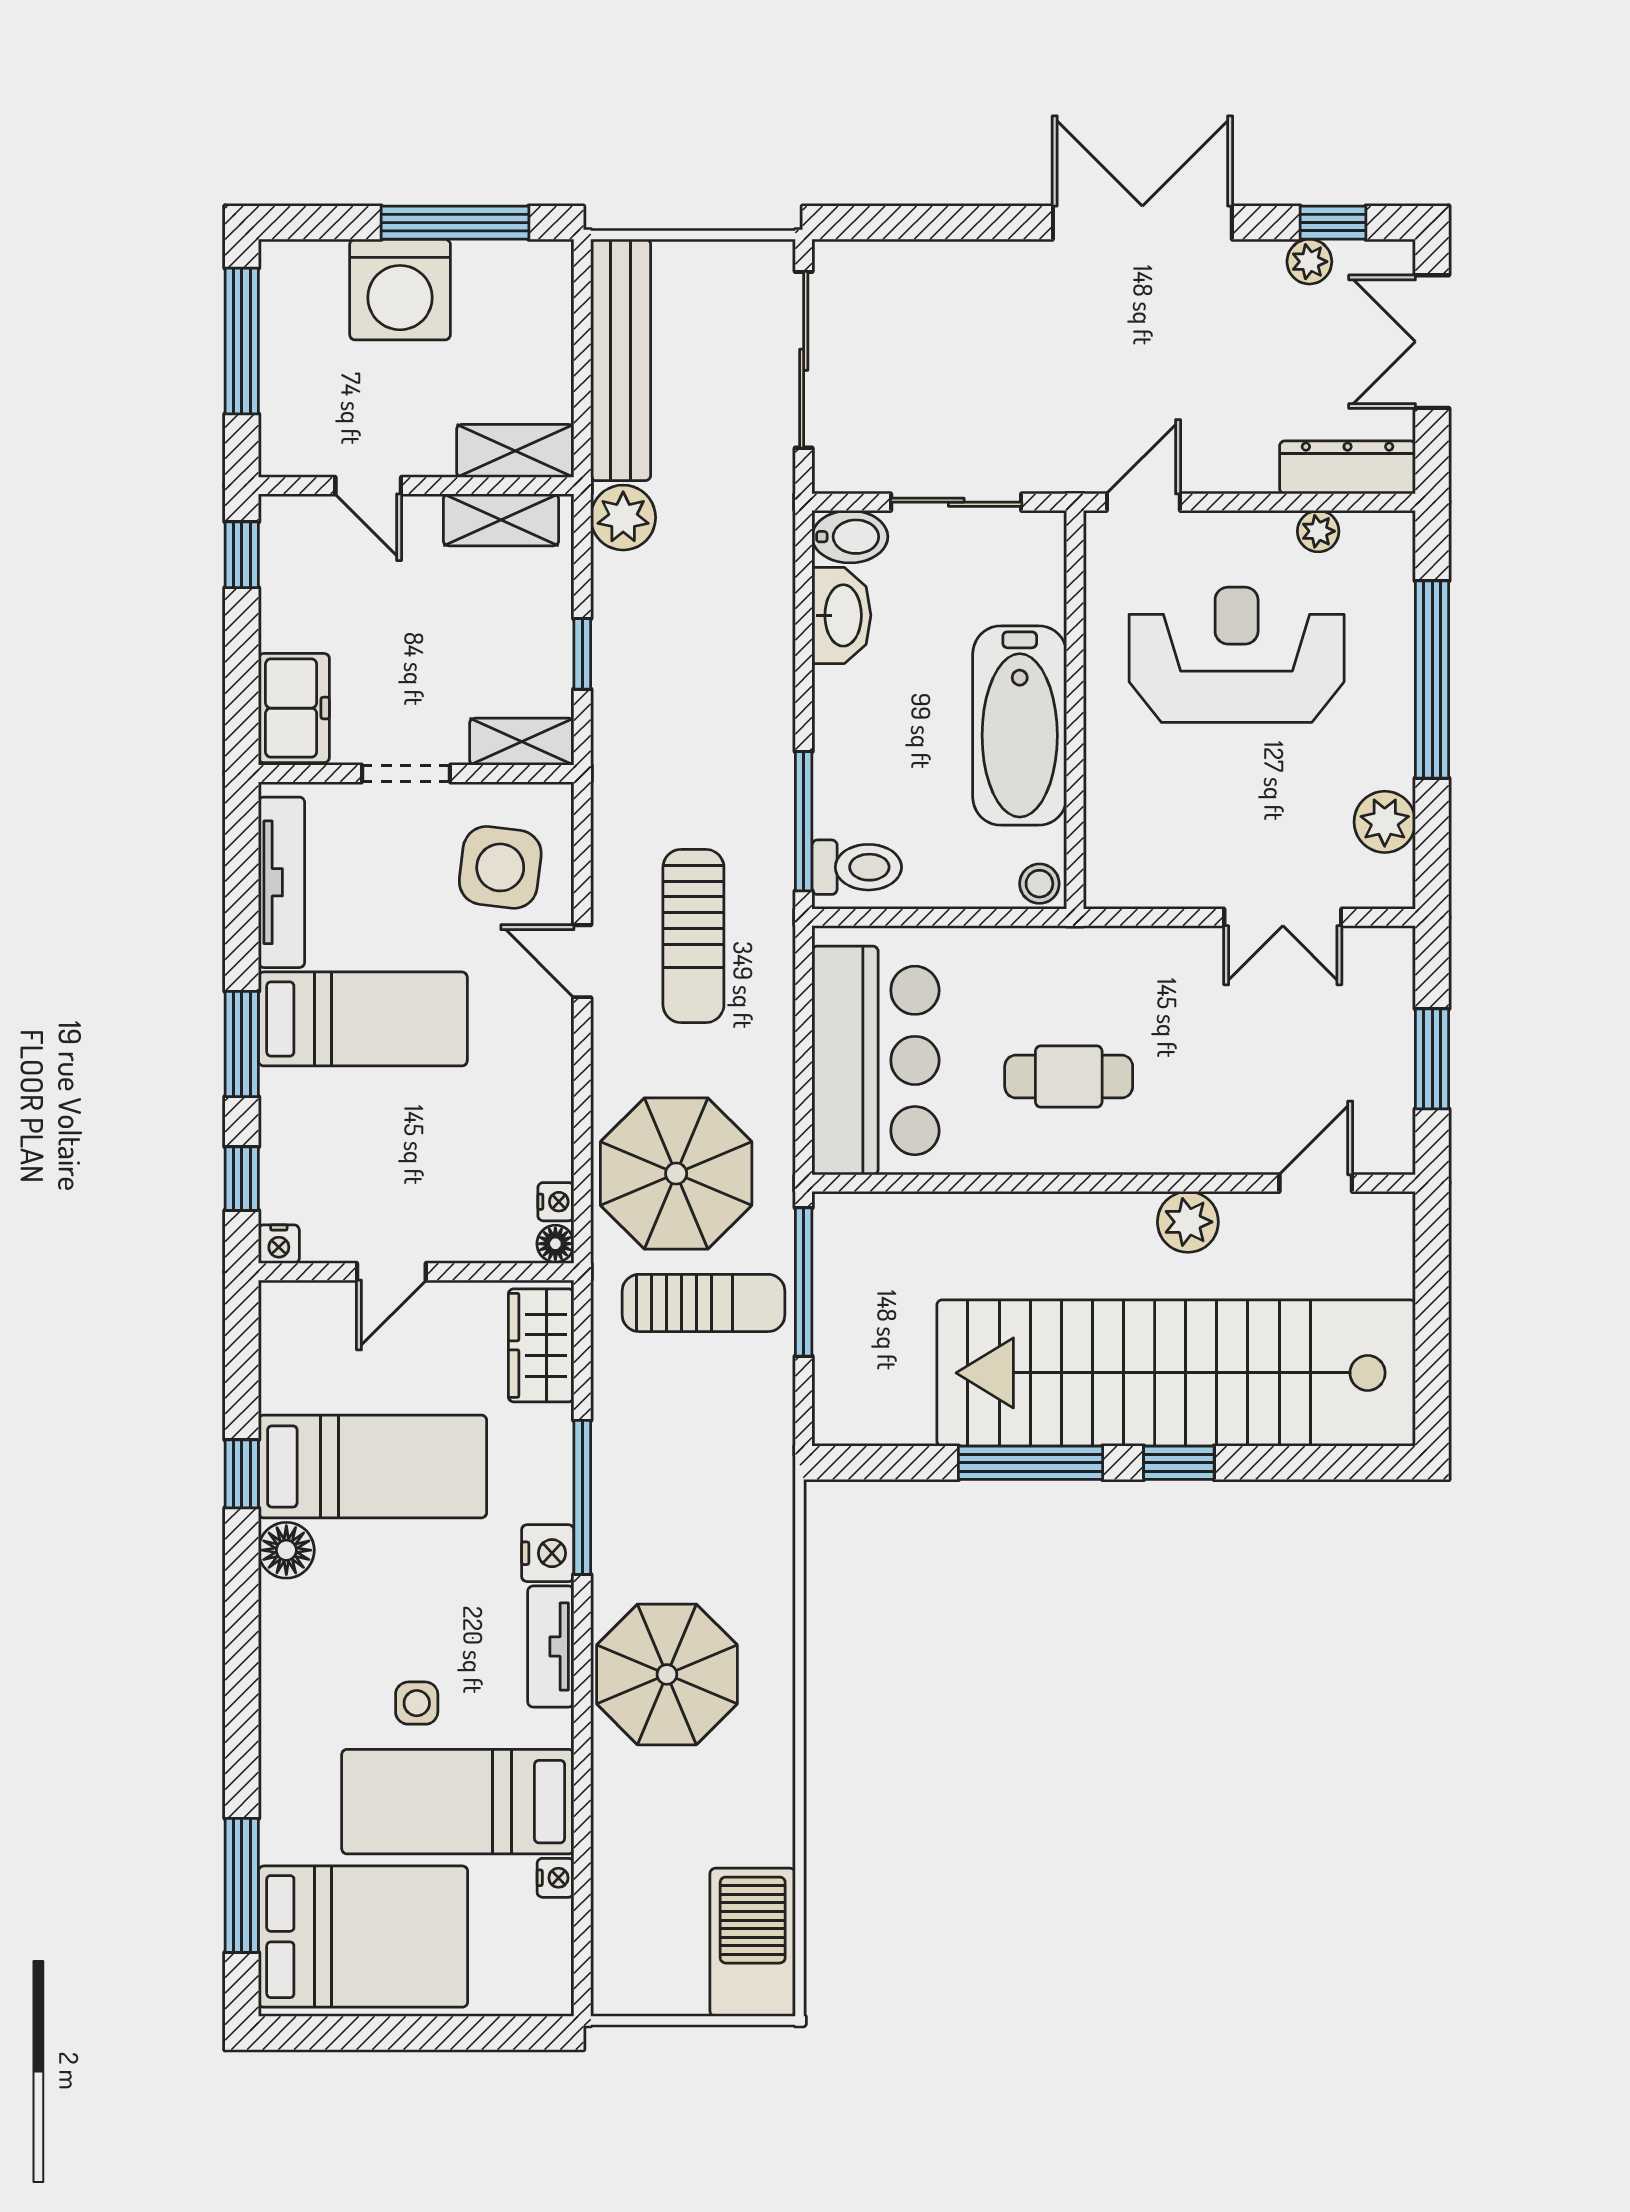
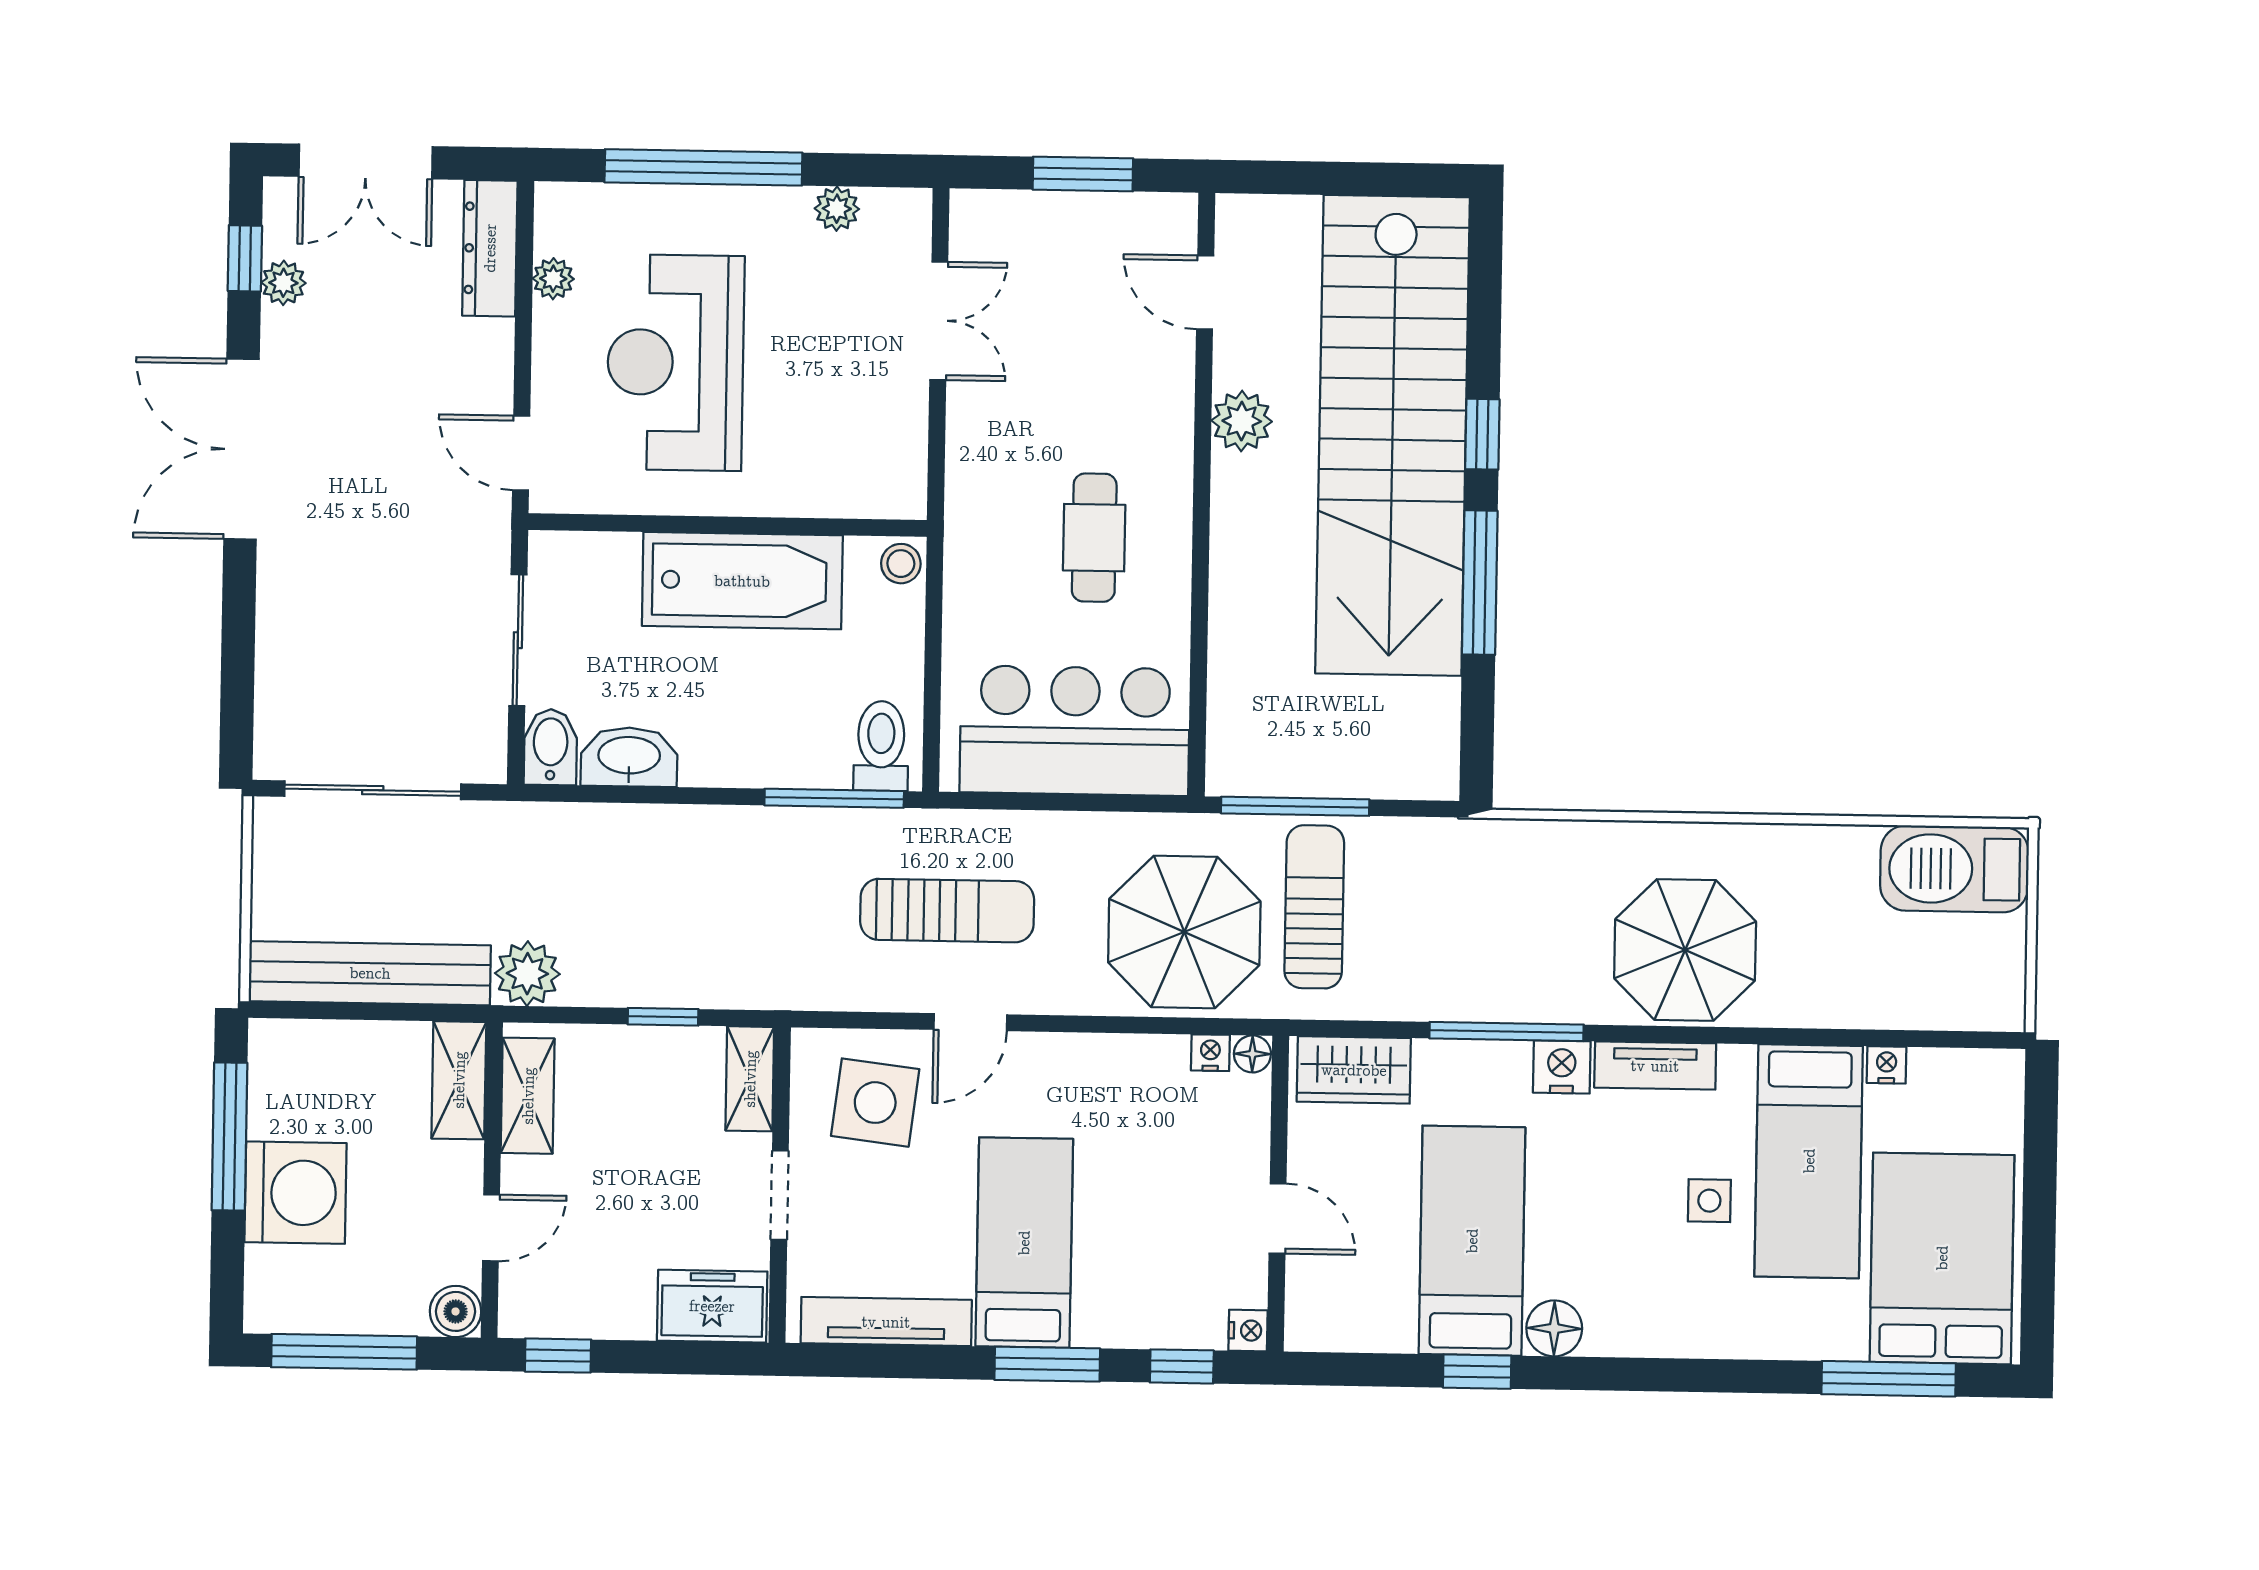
boiler: (284, 452) -> (456, 1311), added
plant: (1385, 822) -> (837, 209), width x0.73, depth x0.73

